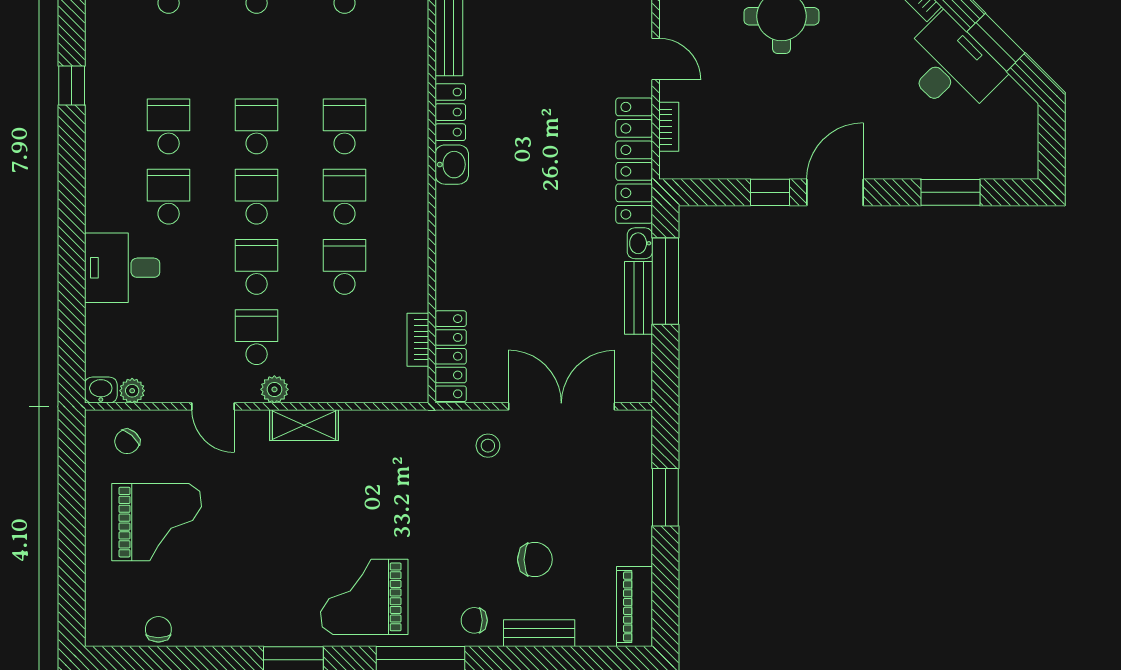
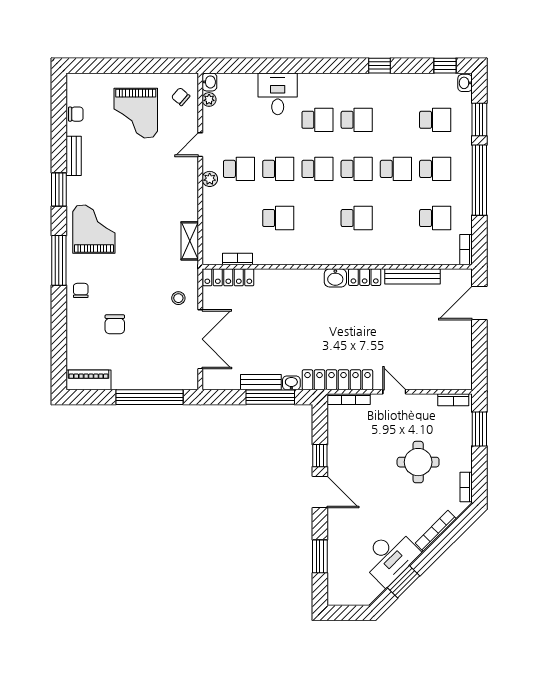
door: (656, 59) -> (394, 392), swing flipped
bookcase: (669, 127) -> (349, 399), width x1.56
school desk: (344, 197) -> (396, 169), moved
shelving: (304, 425) -> (190, 241), moved
window: (665, 497) -> (150, 397), width x2.11
bench: (539, 633) -> (74, 156), moved

